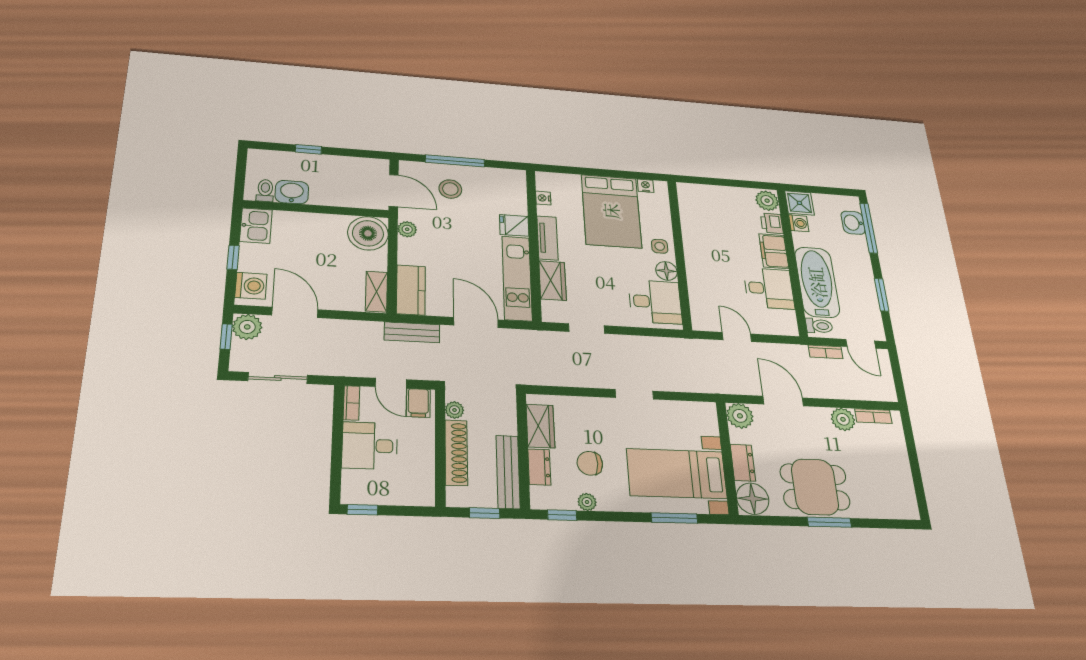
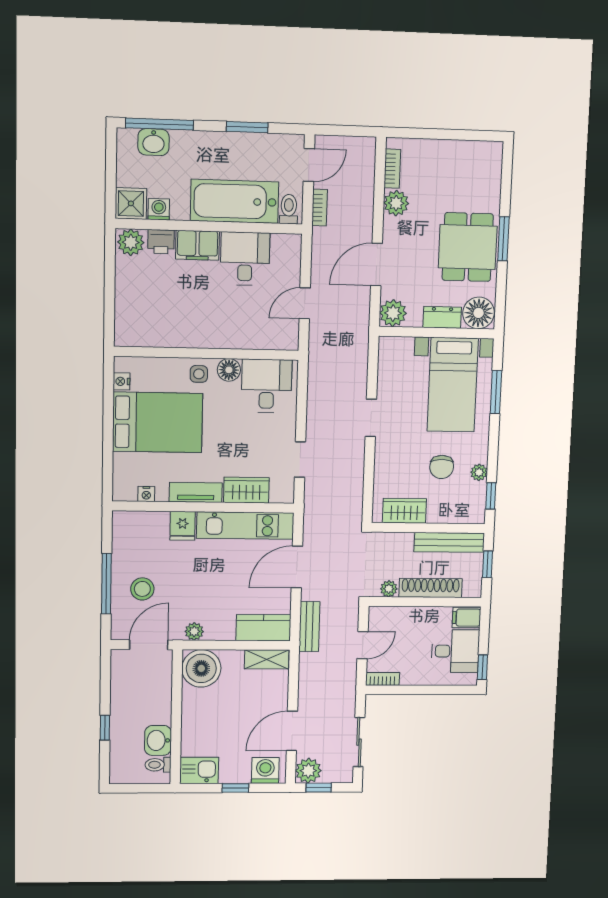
filing cabinet: (418, 403) -> (467, 618), moved, turned 180
desk: (370, 446) -> (455, 651), moved, turned -90
dresser: (539, 467) -> (445, 514), removed

